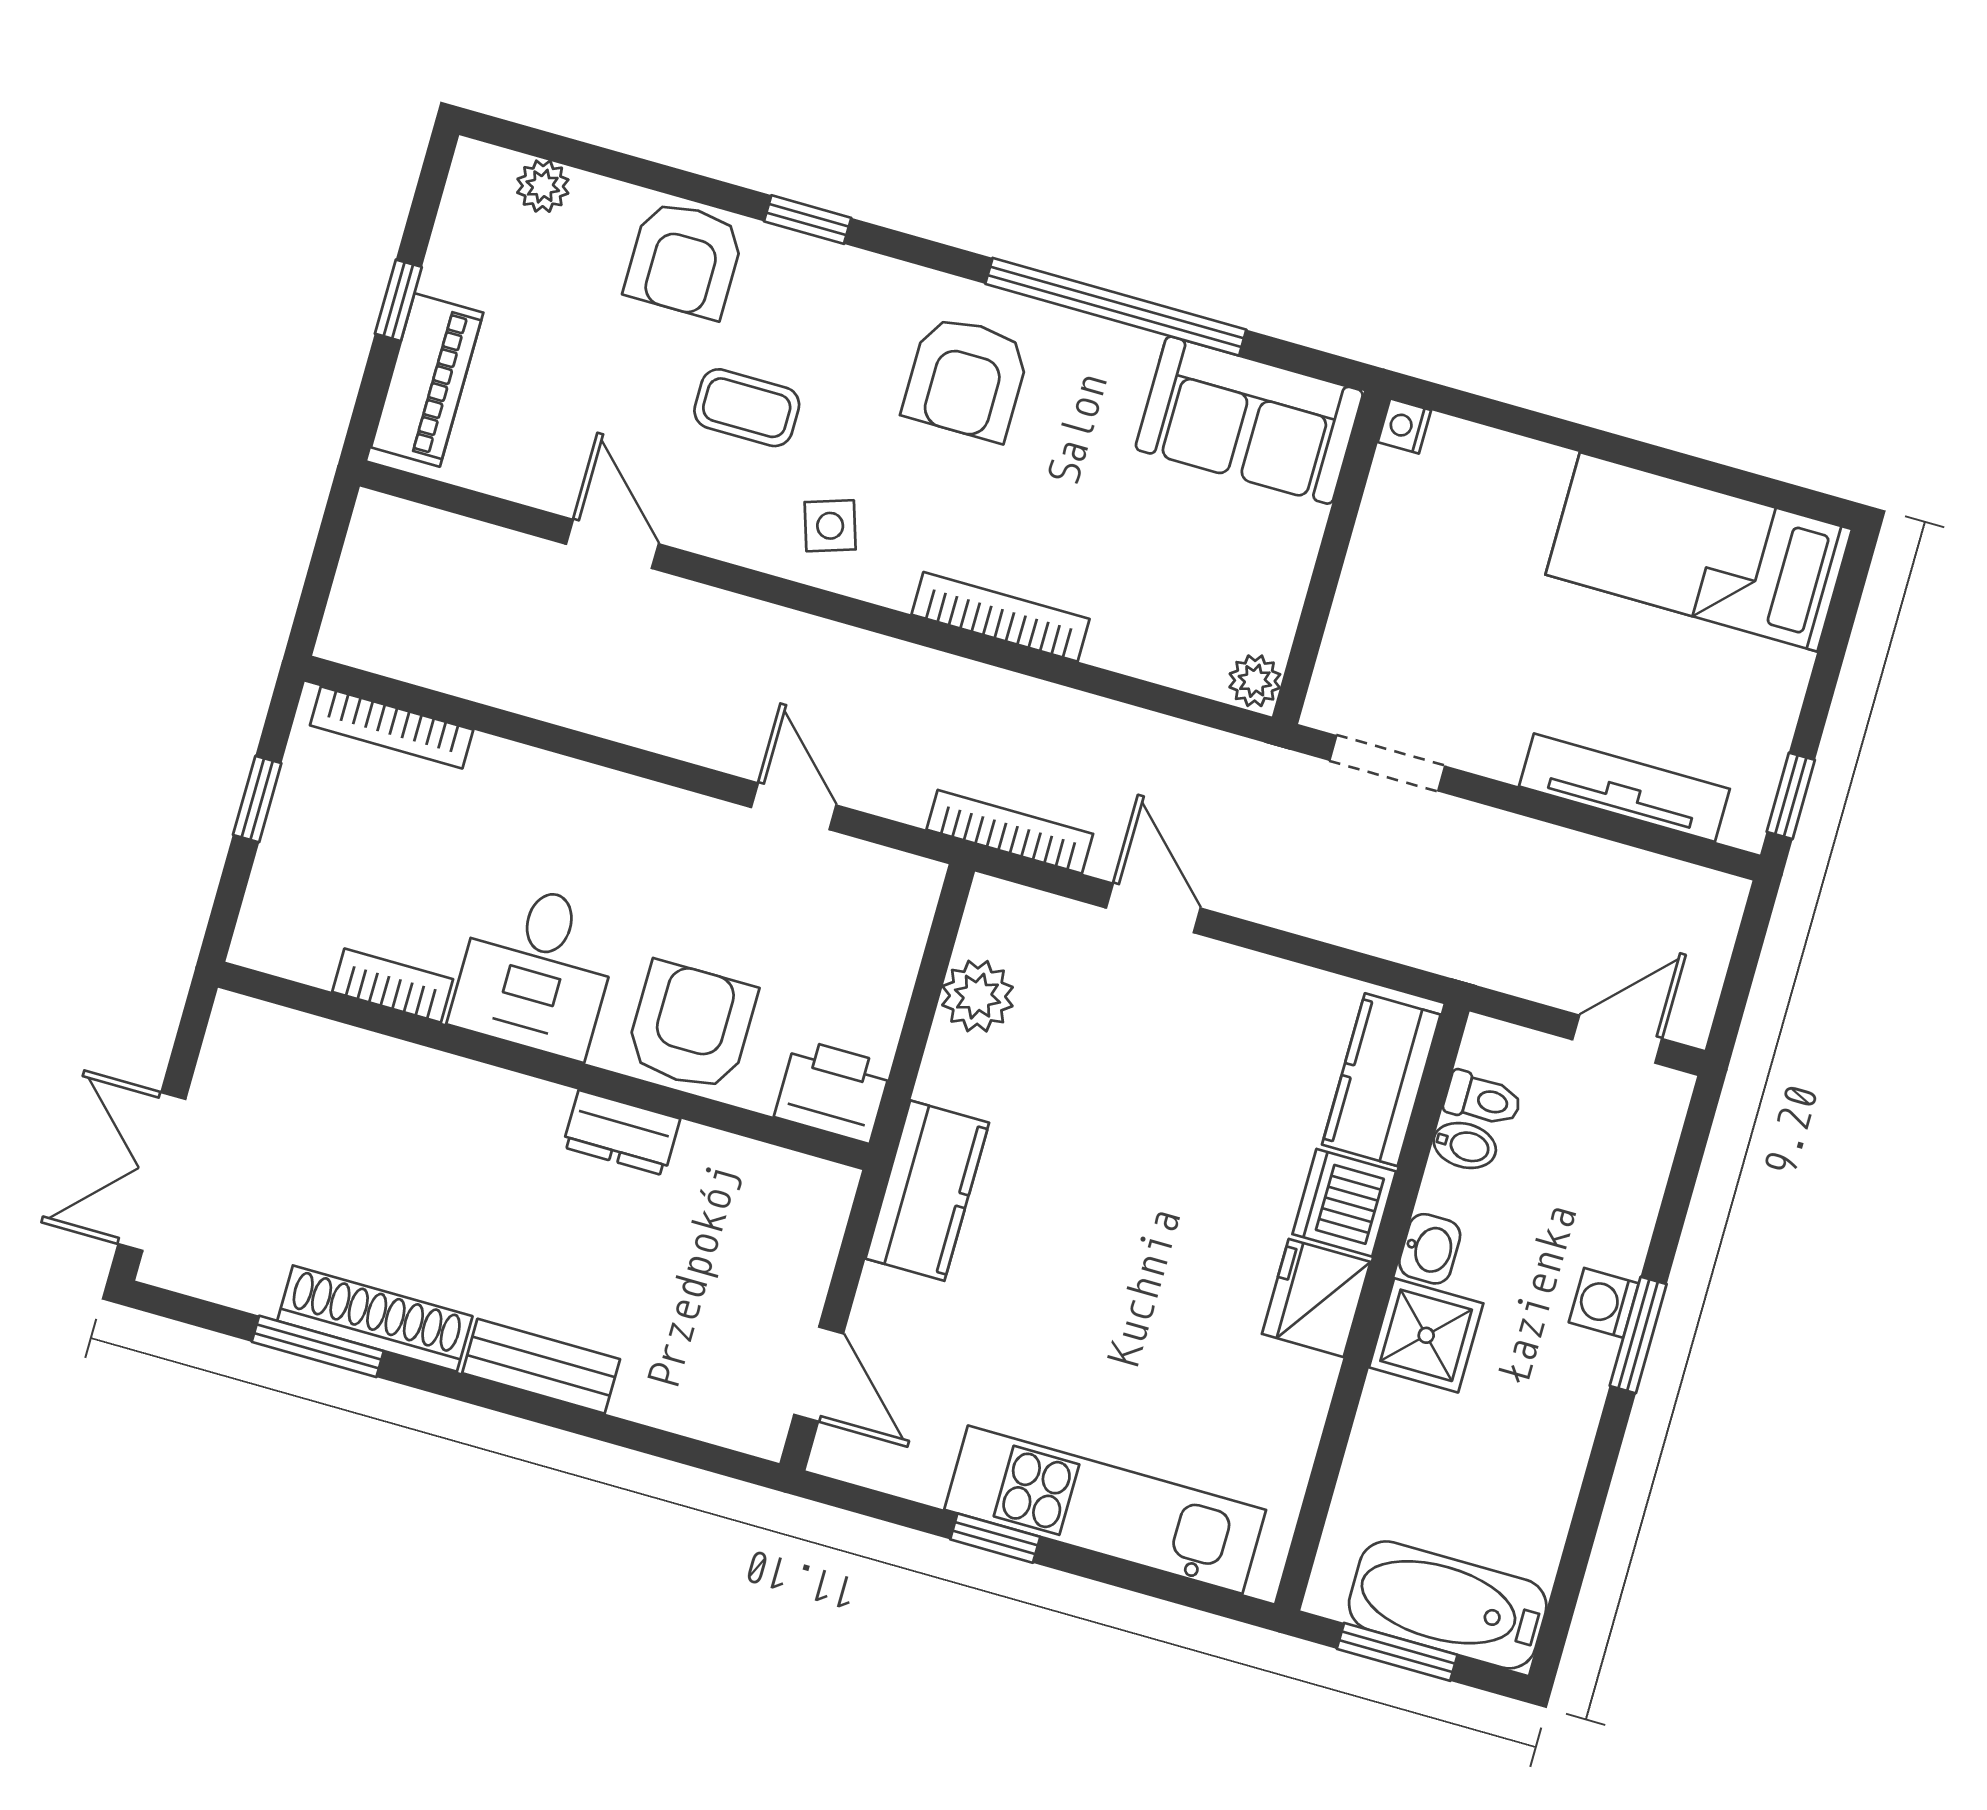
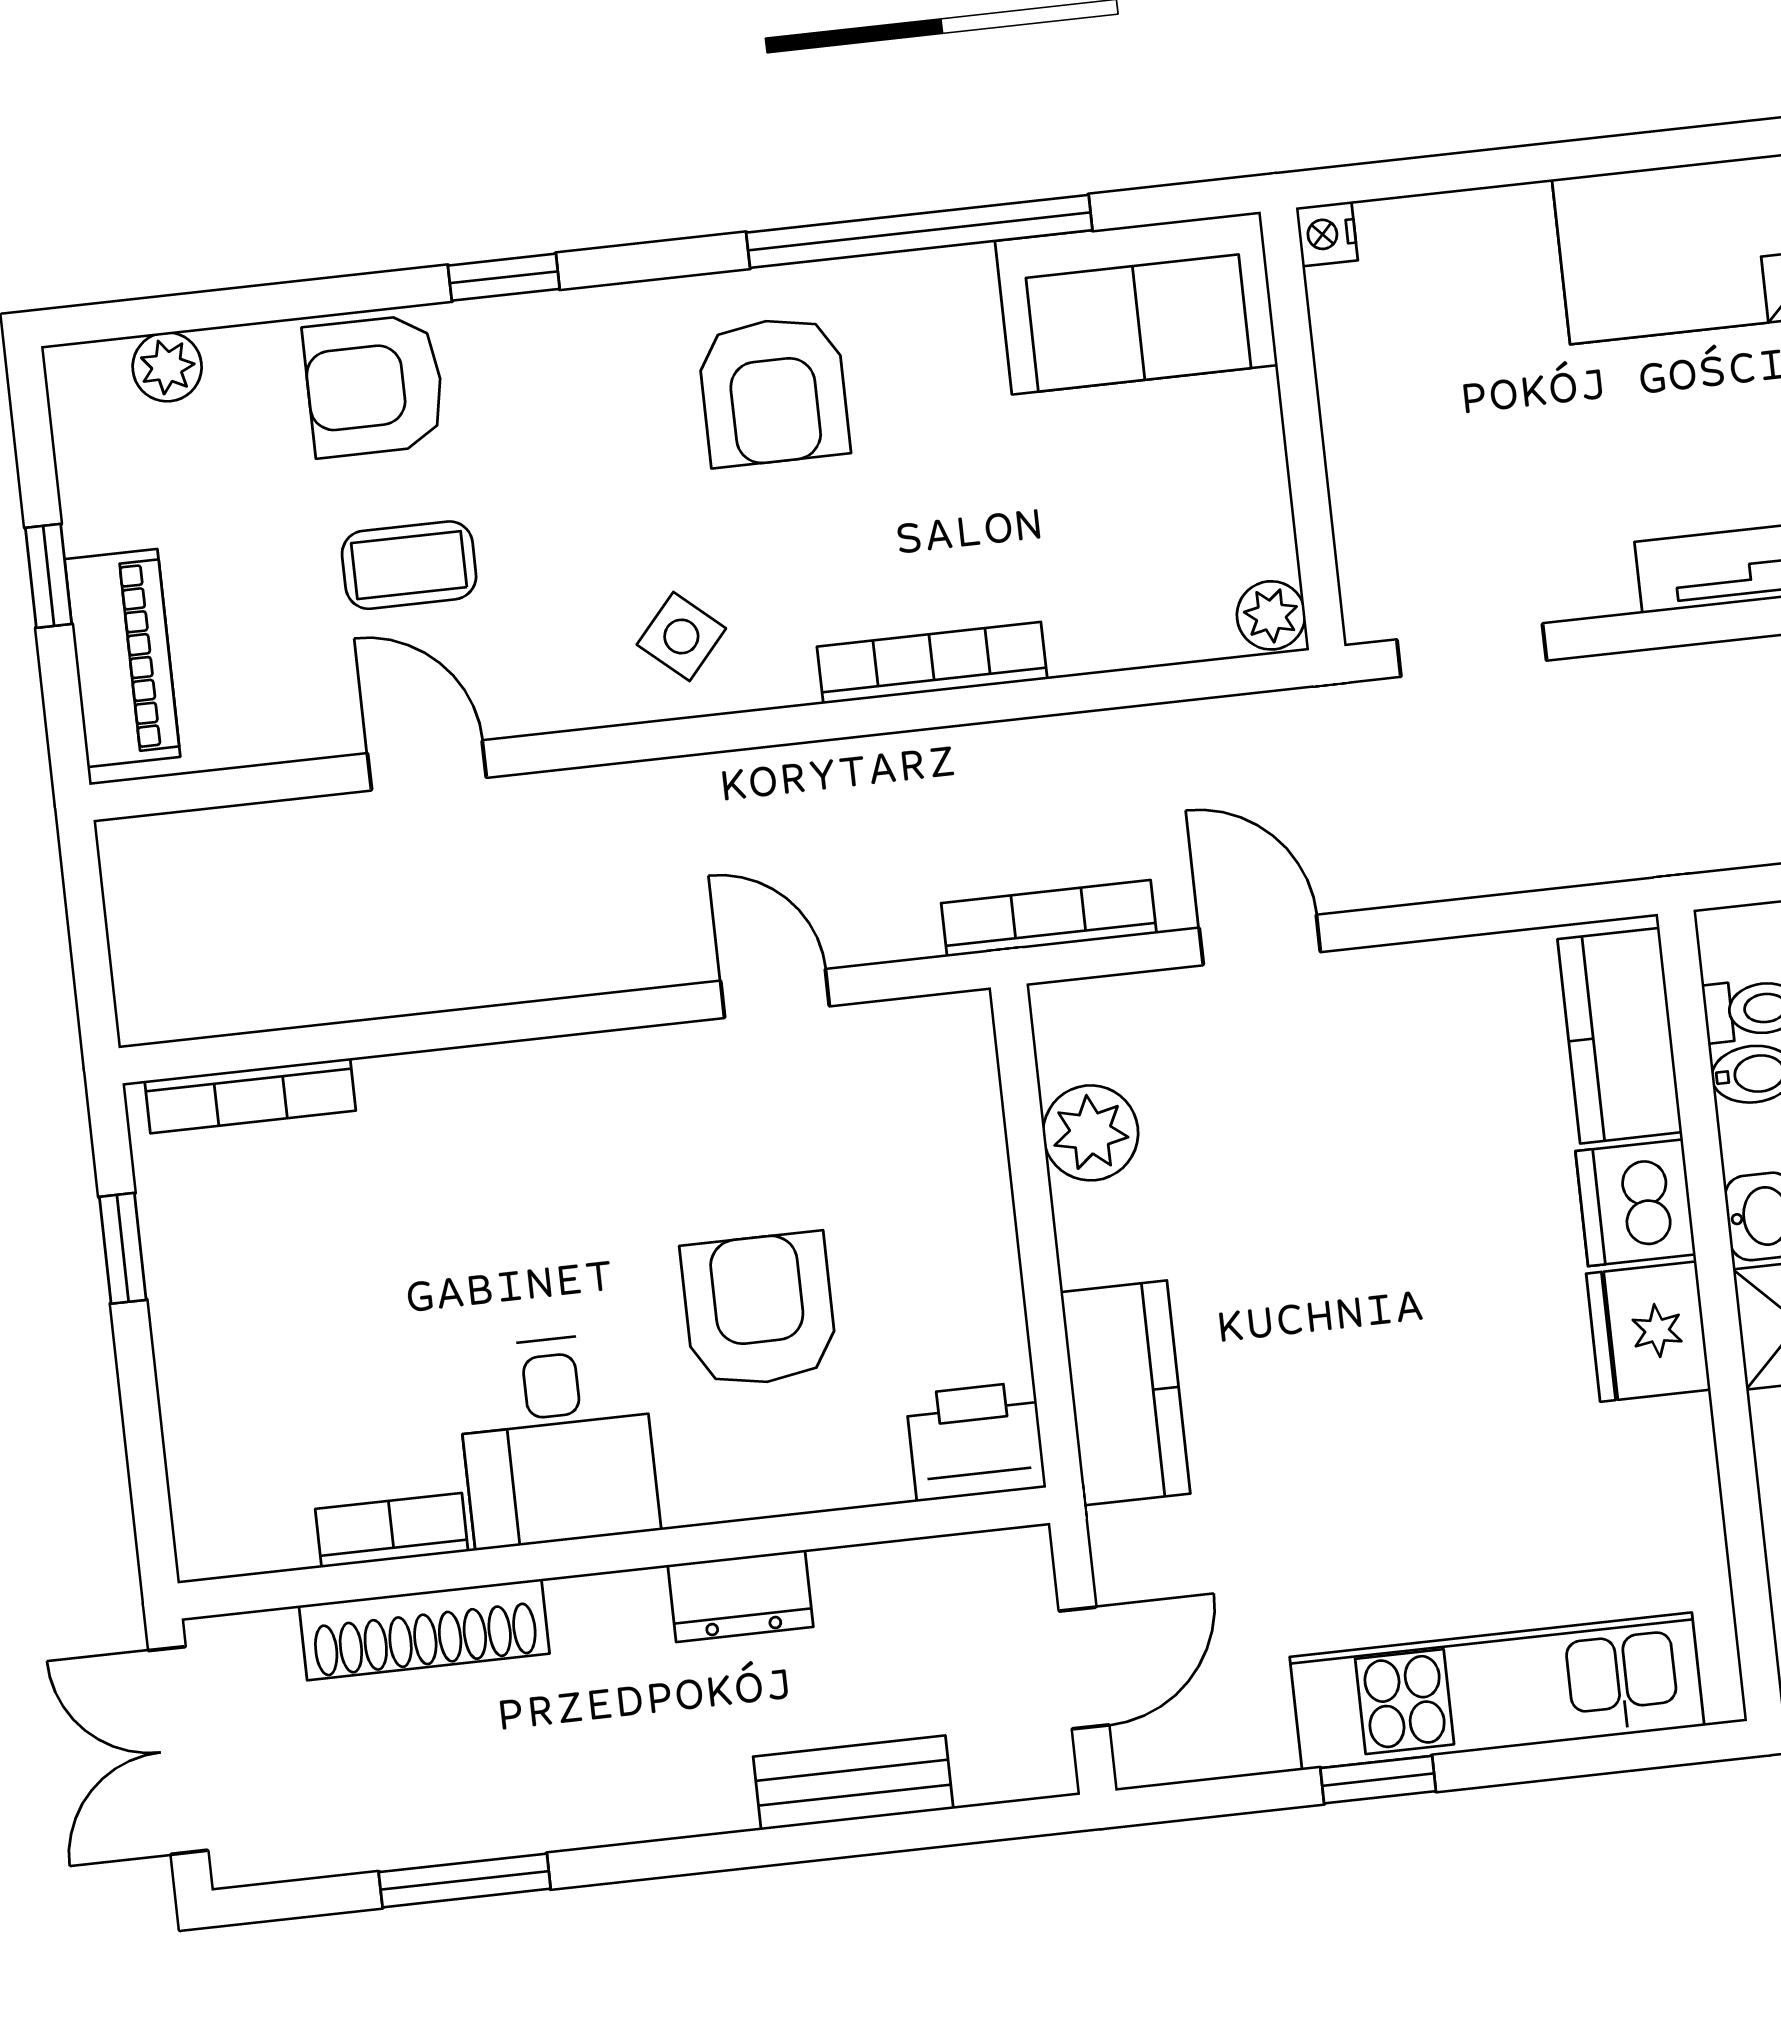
armchair: (684, 259) -> (374, 386), turned 90
coffee table: (747, 408) -> (409, 565), moved
side table: (830, 526) -> (681, 636), turned -31
desk: (536, 969) -> (557, 1440), moved
bookcase: (393, 986) -> (392, 1530), moved
wall: (544, 1066) -> (614, 1553), moved
printer: (833, 1091) -> (976, 1441), moved
dresser: (621, 1133) -> (740, 1596), moved
shoe rack: (375, 1319) -> (424, 1630), moved, turned 180
bench: (541, 1366) -> (853, 1783), moved
door: (819, 1374) -> (1084, 1668), hinge flipped

